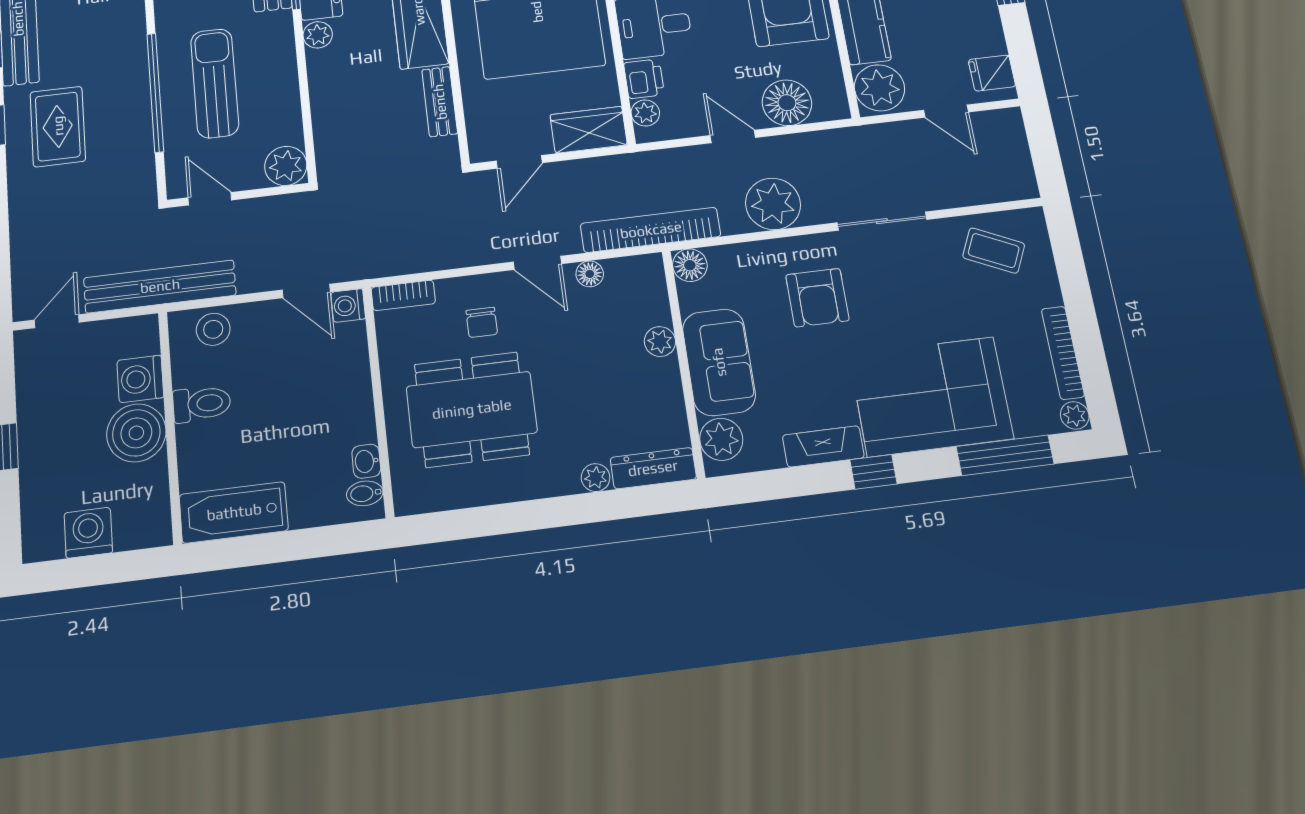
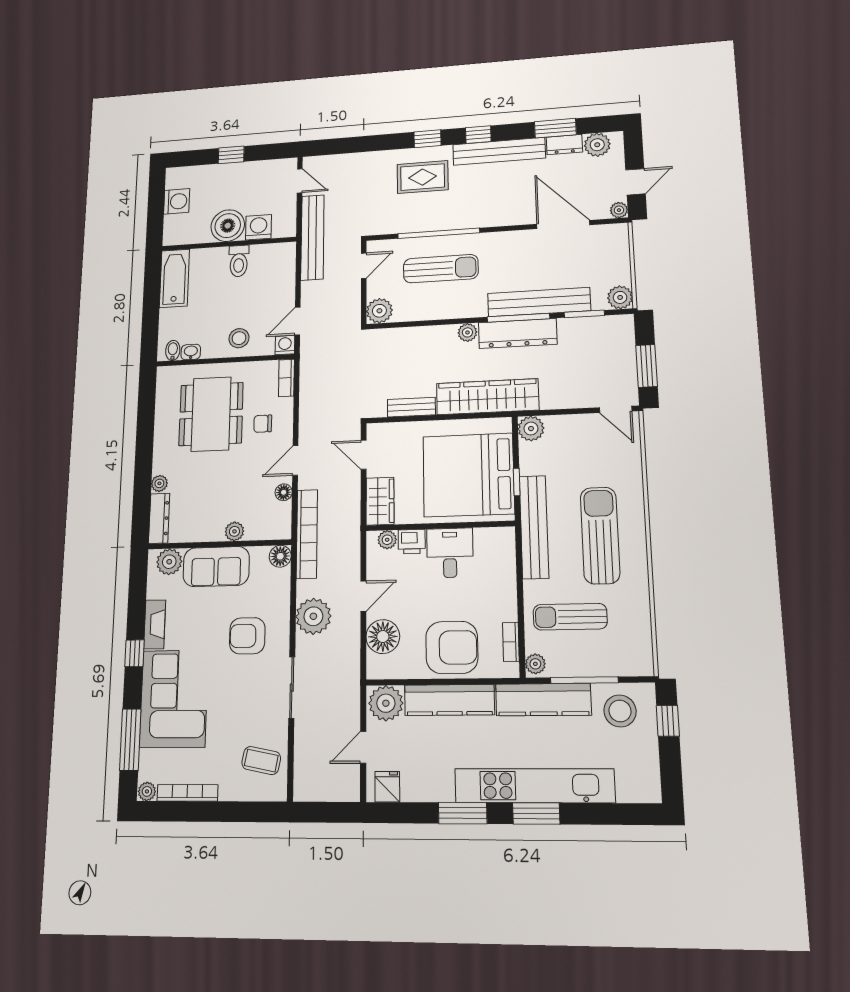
coffee table: (994, 251) -> (261, 761), turned 76
stool: (213, 329) -> (239, 338), moved

